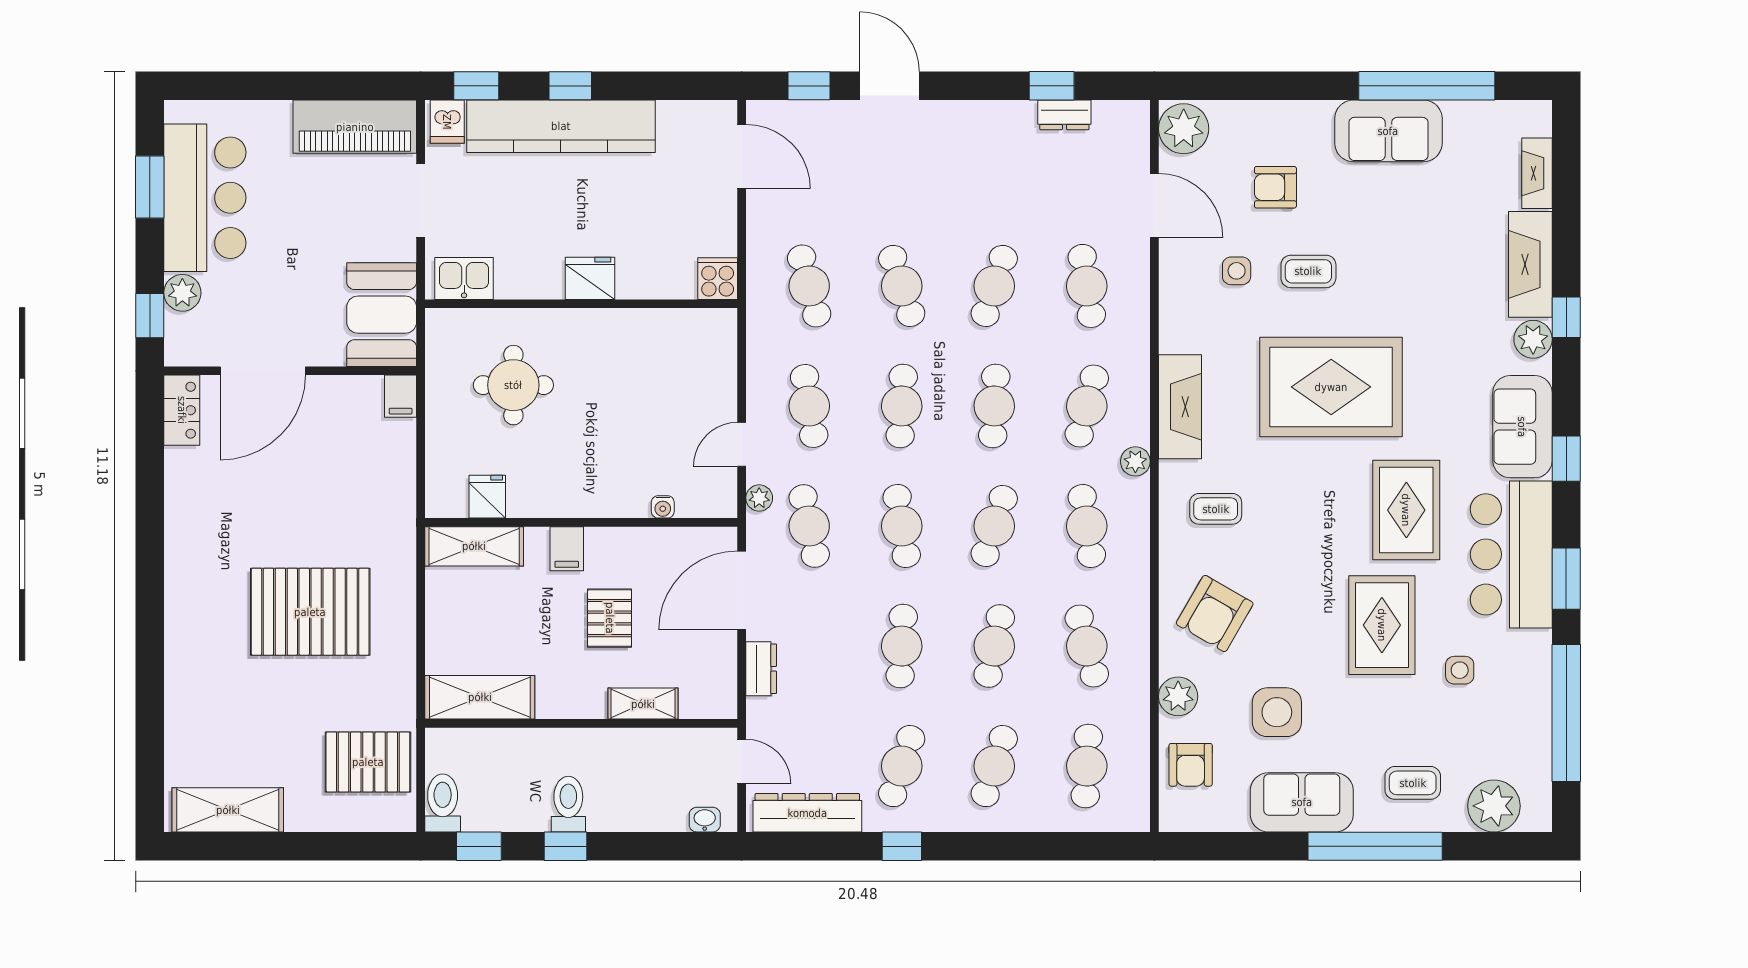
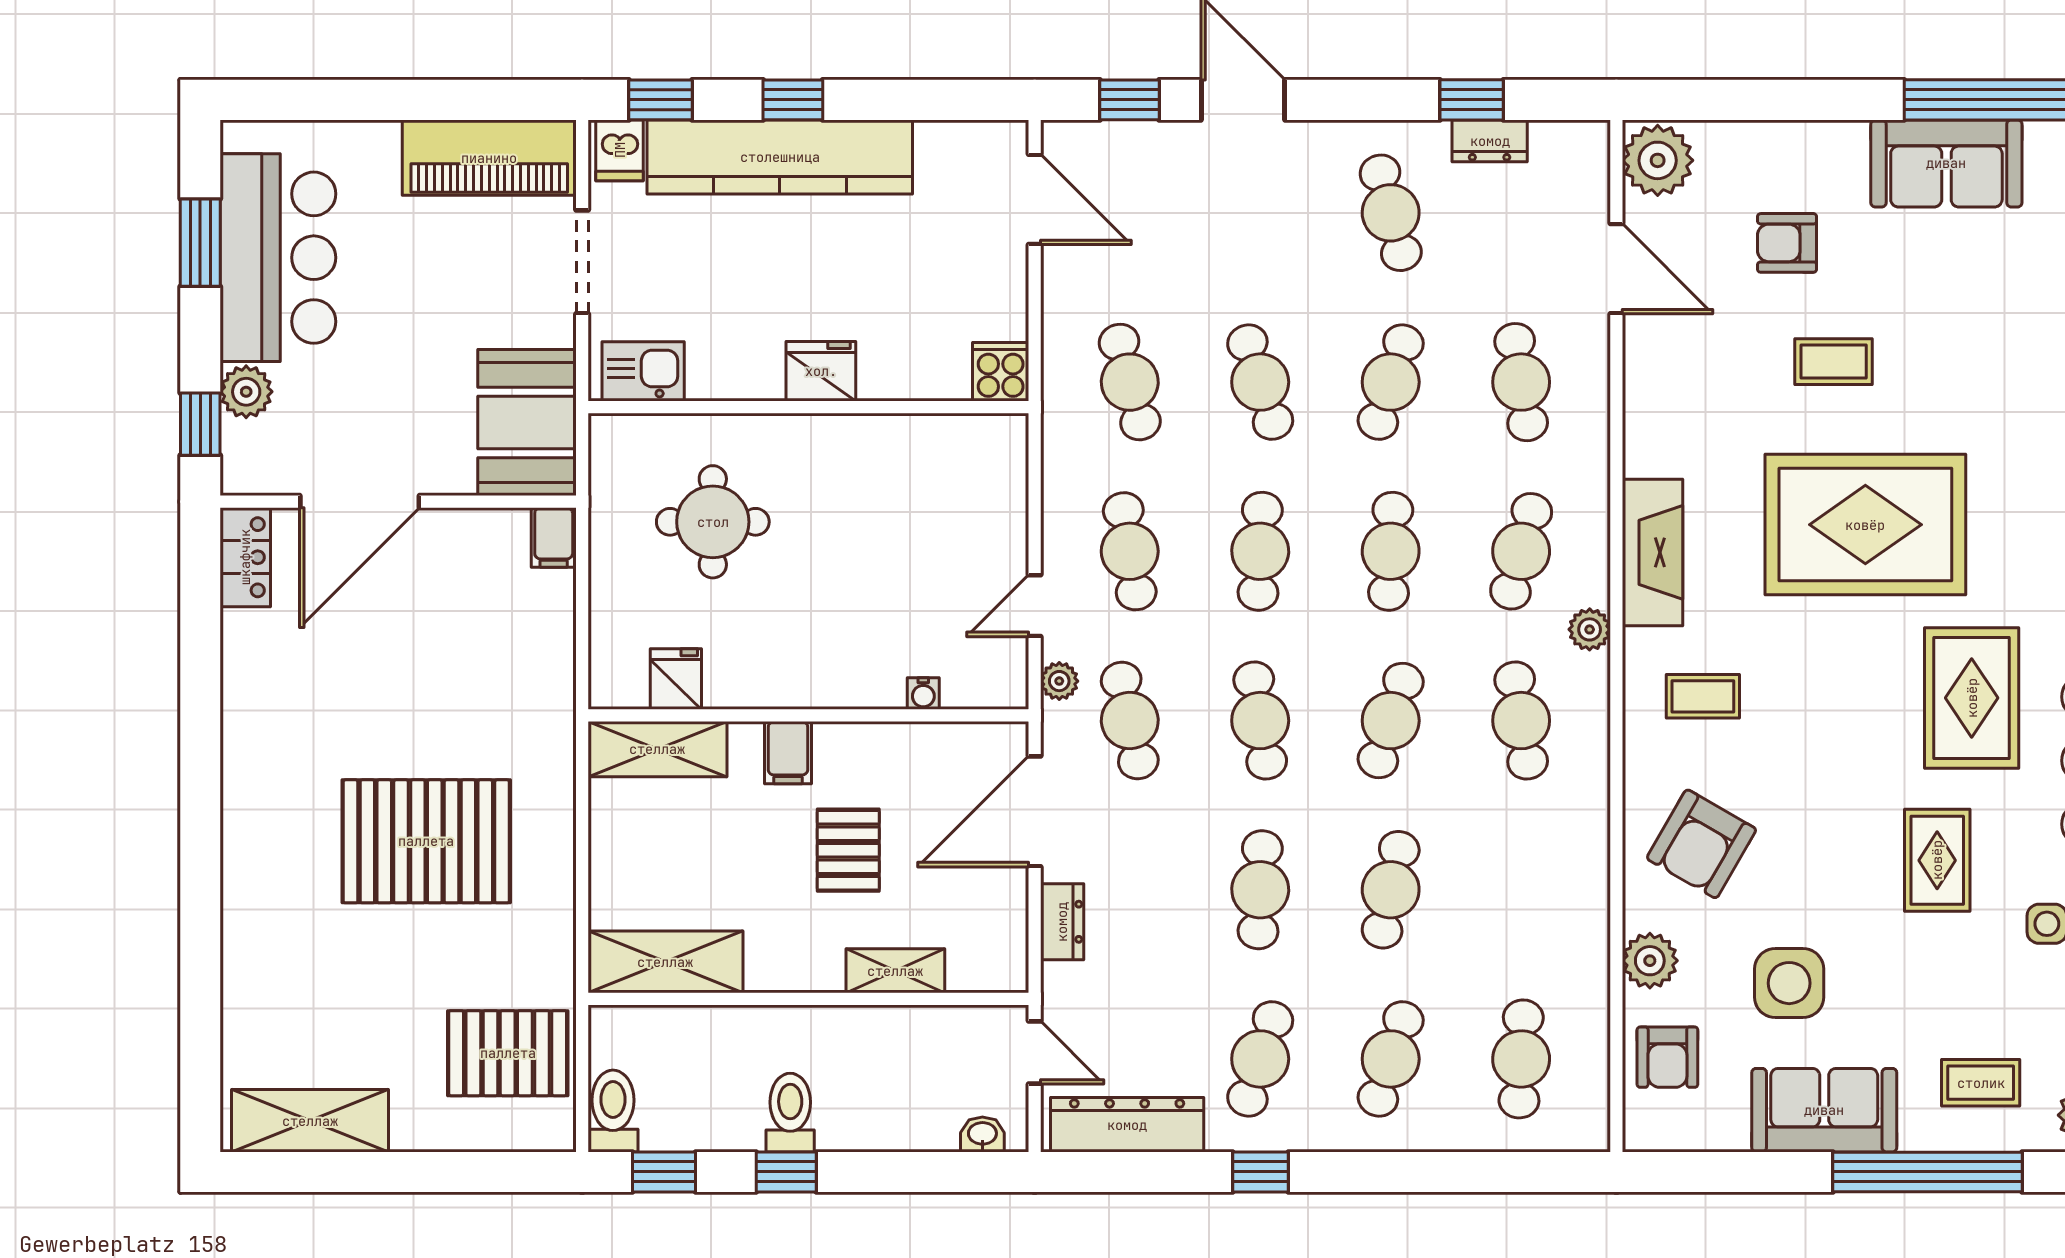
side table: (1237, 271) -> (1732, 361), removed
rug: (1382, 625) -> (1937, 860), width x0.73, depth x0.70
cafe table: (1087, 646) -> (1391, 213), moved

